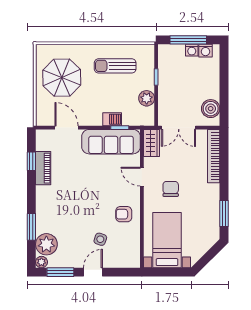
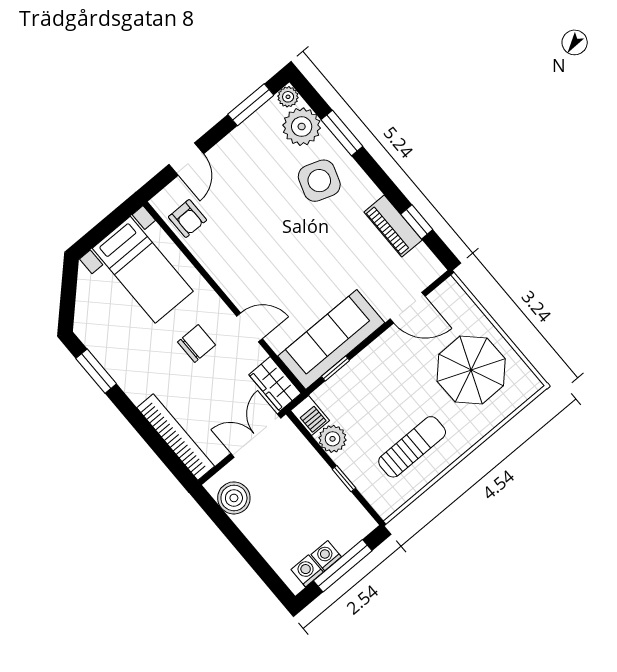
barbecue: (112, 119) -> (310, 415), moved, turned -90
chair: (171, 189) -> (196, 343), turned -90
armchair: (124, 214) -> (188, 219), moved, turned 90
side table: (100, 239) -> (319, 181), moved, width x1.87, depth x1.87
door: (93, 272) -> (186, 159), moved

